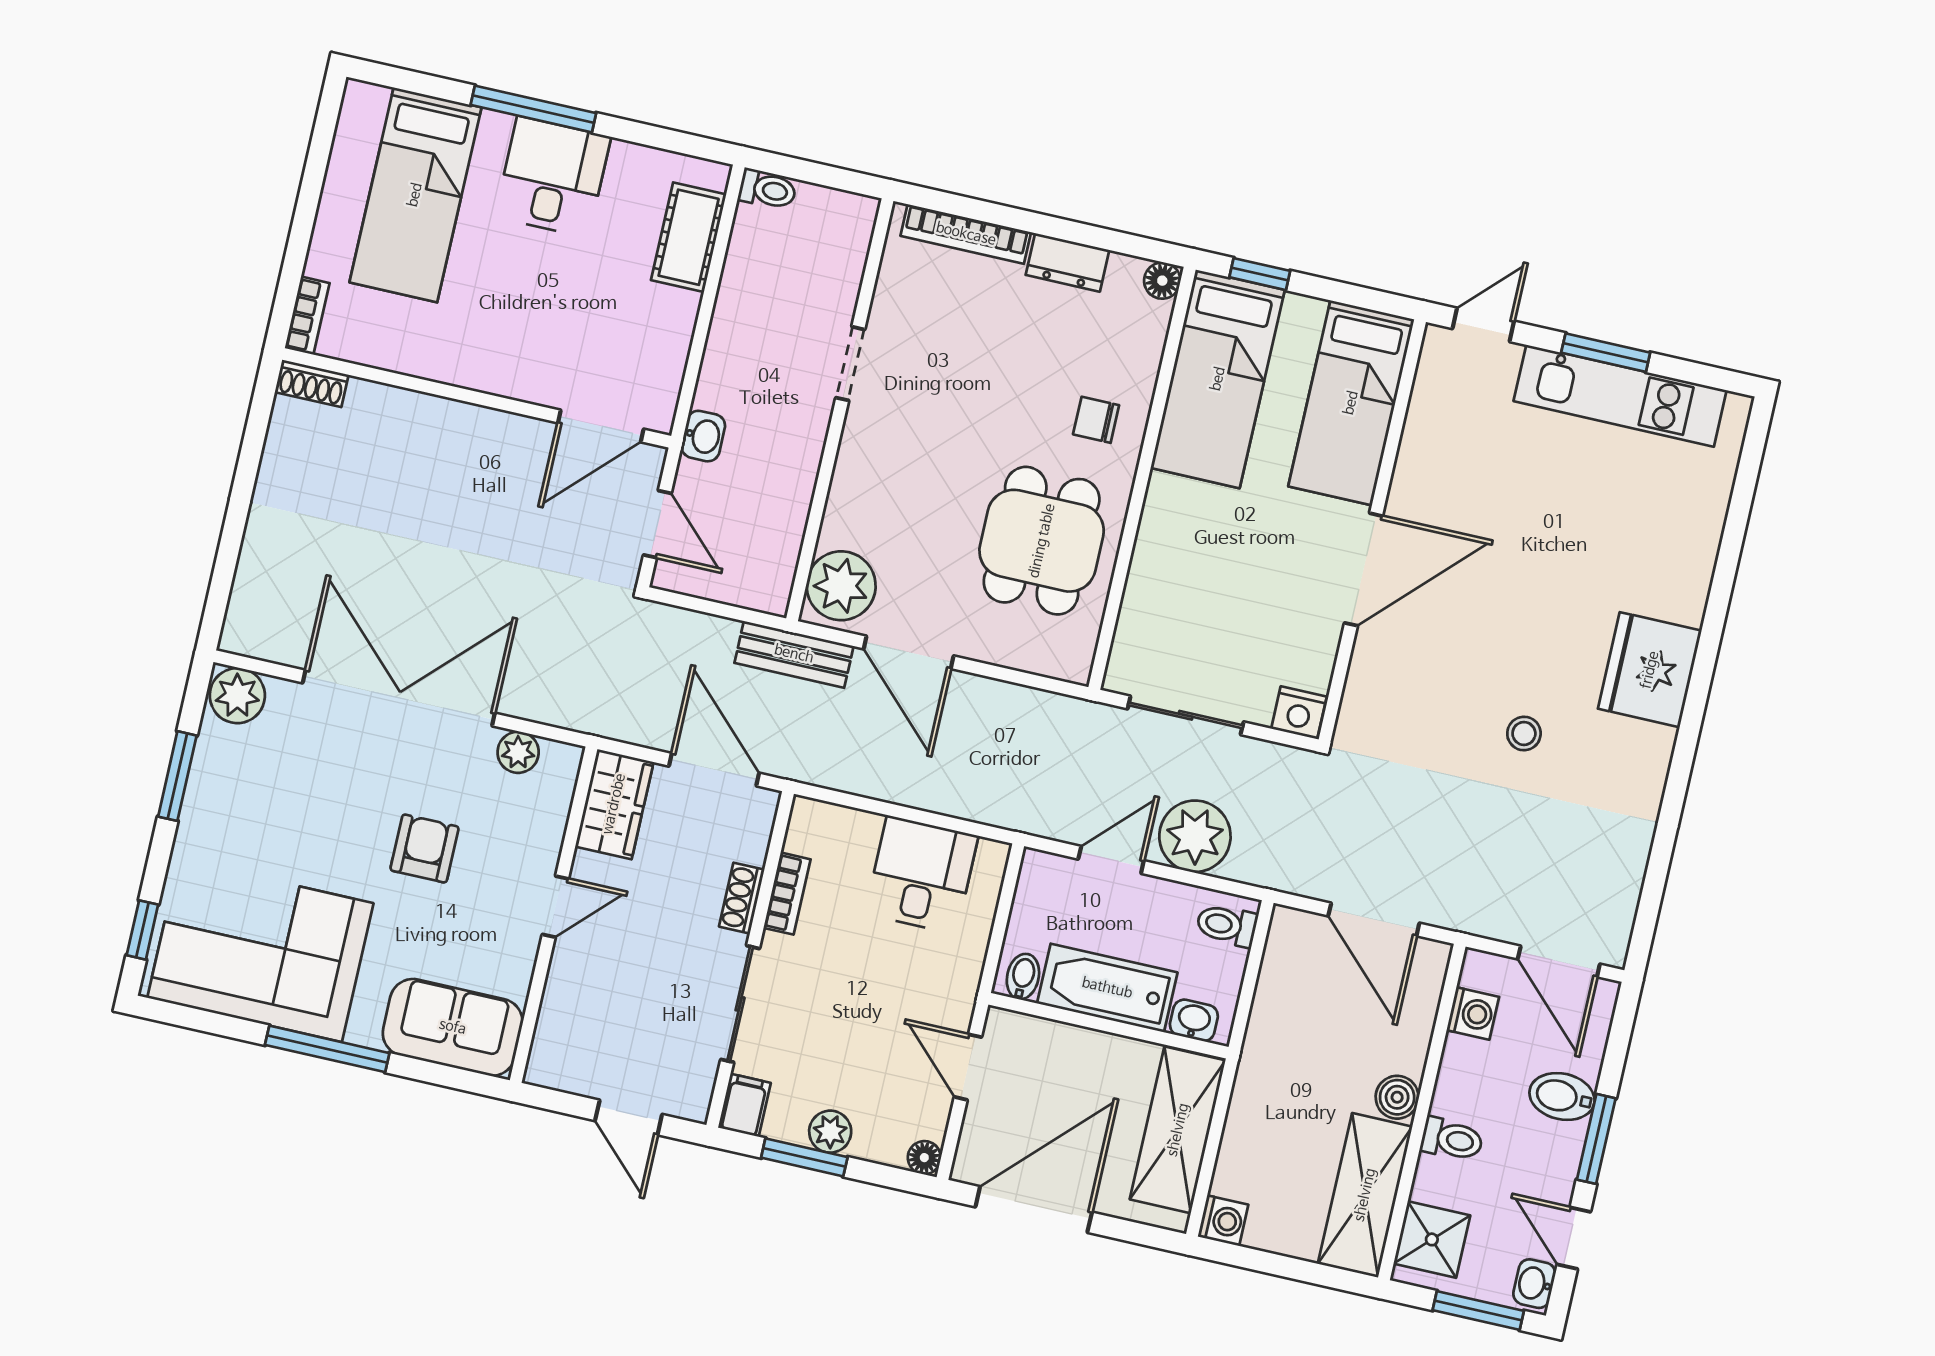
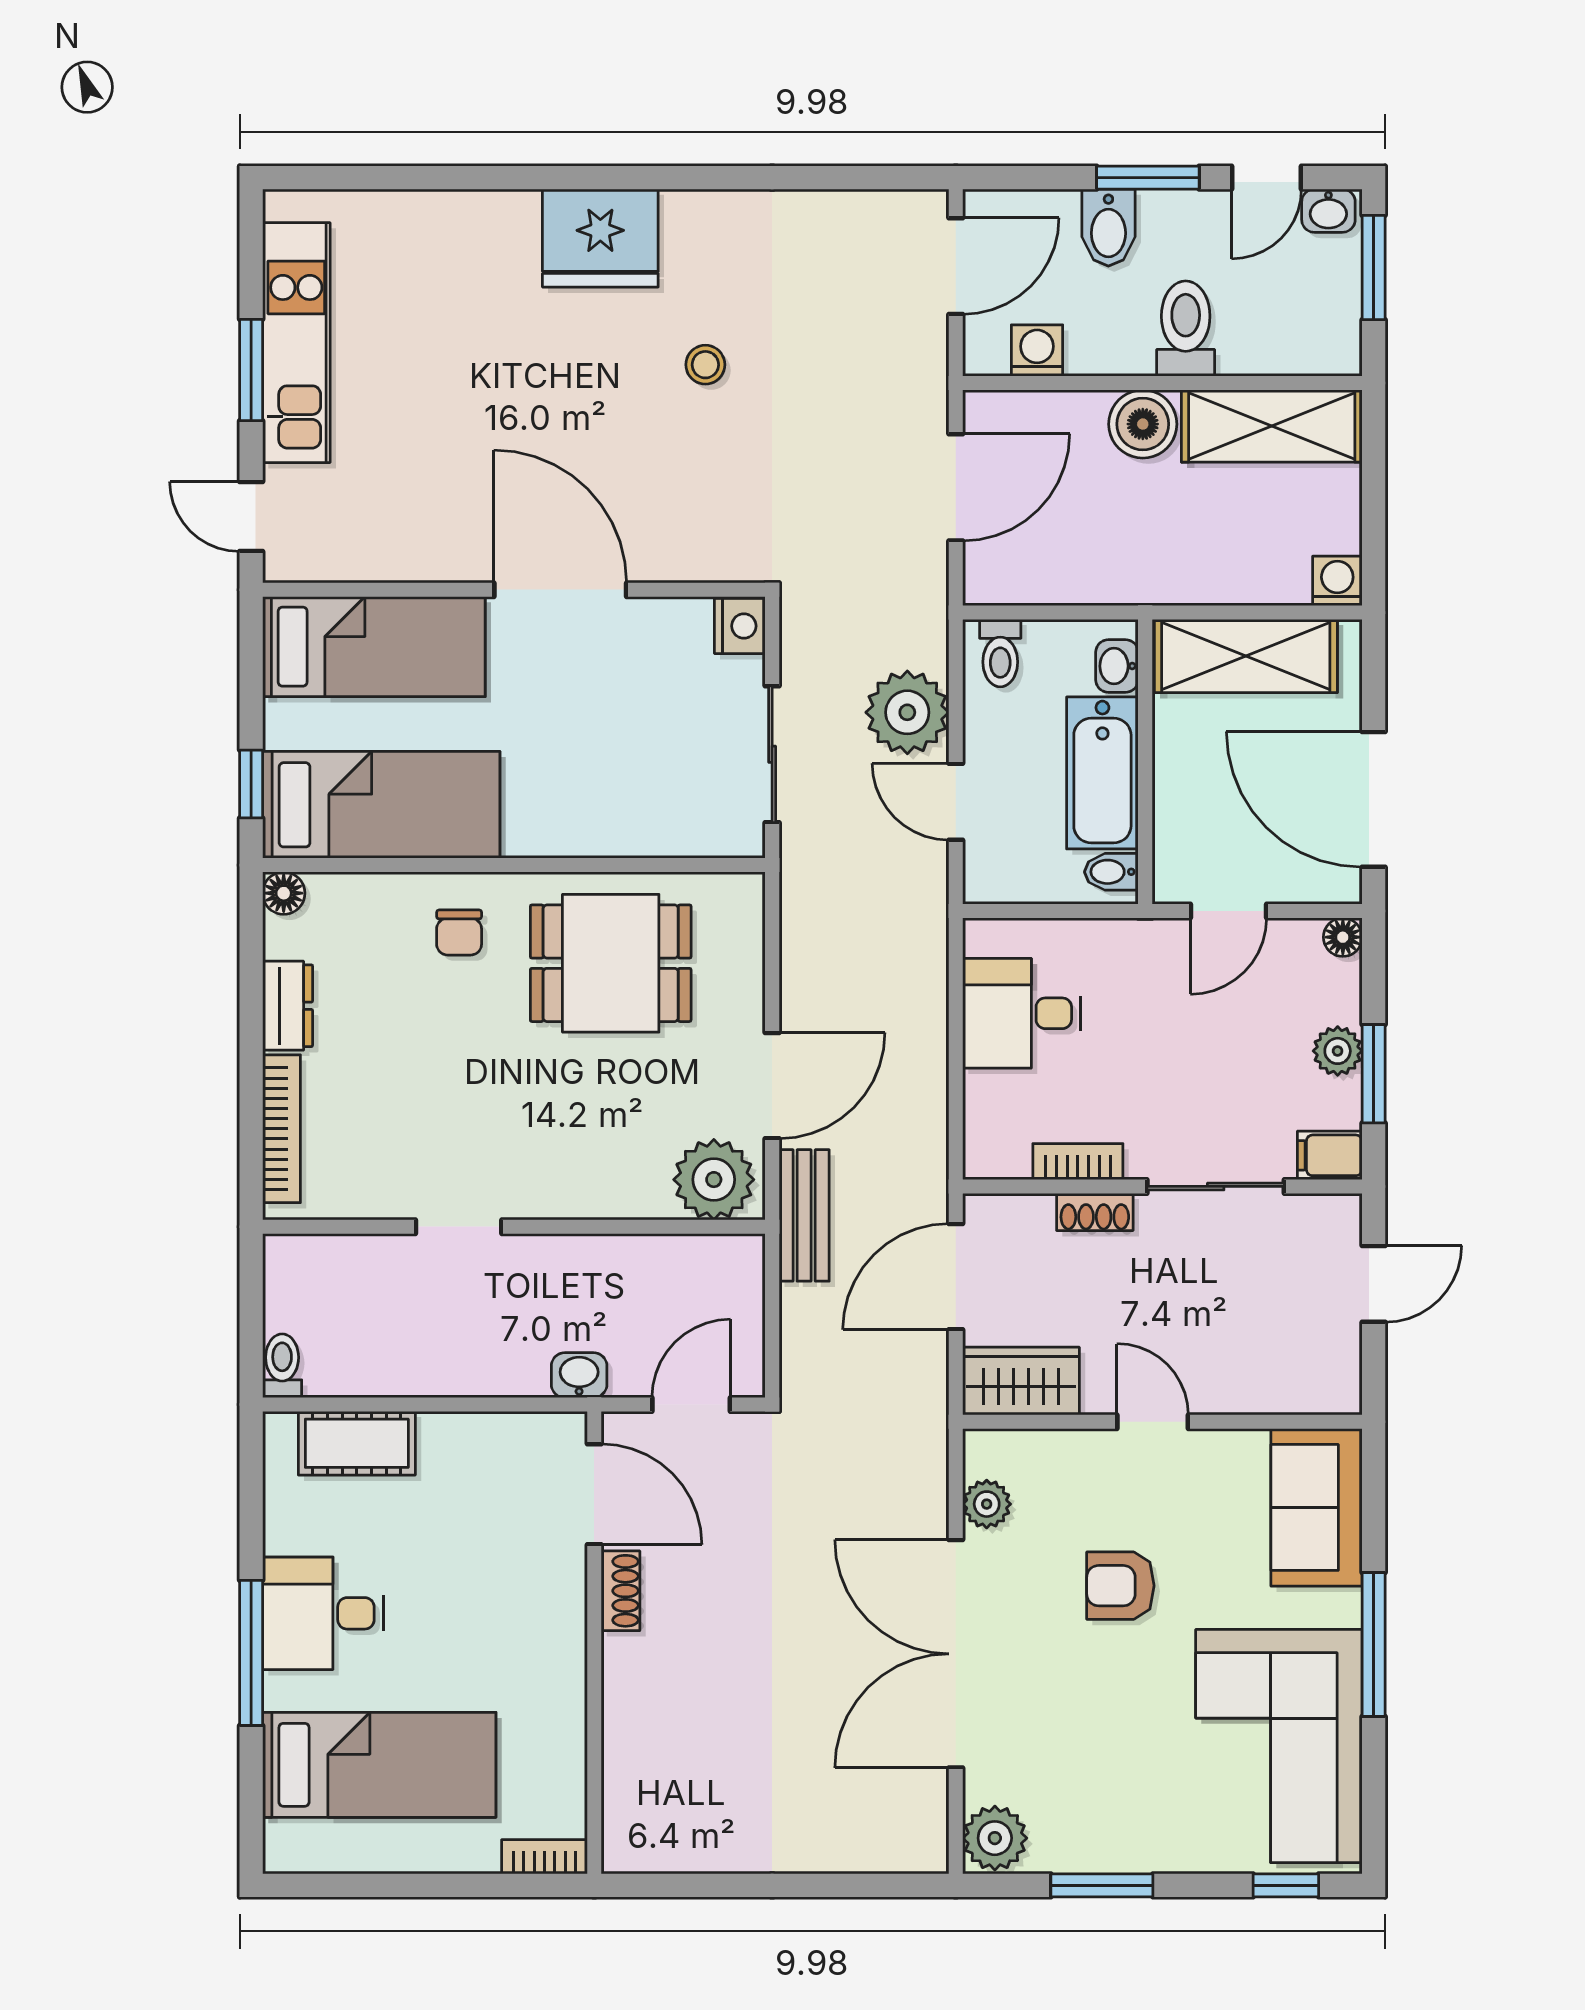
shoe rack: (312, 383) -> (620, 1591), moved
boiler: (1397, 1097) -> (1143, 424), width x1.36, depth x1.36
toilet: (1452, 1139) -> (1186, 329), width x1.37, depth x1.39
shower: (1432, 1239) -> (1305, 339), removed

